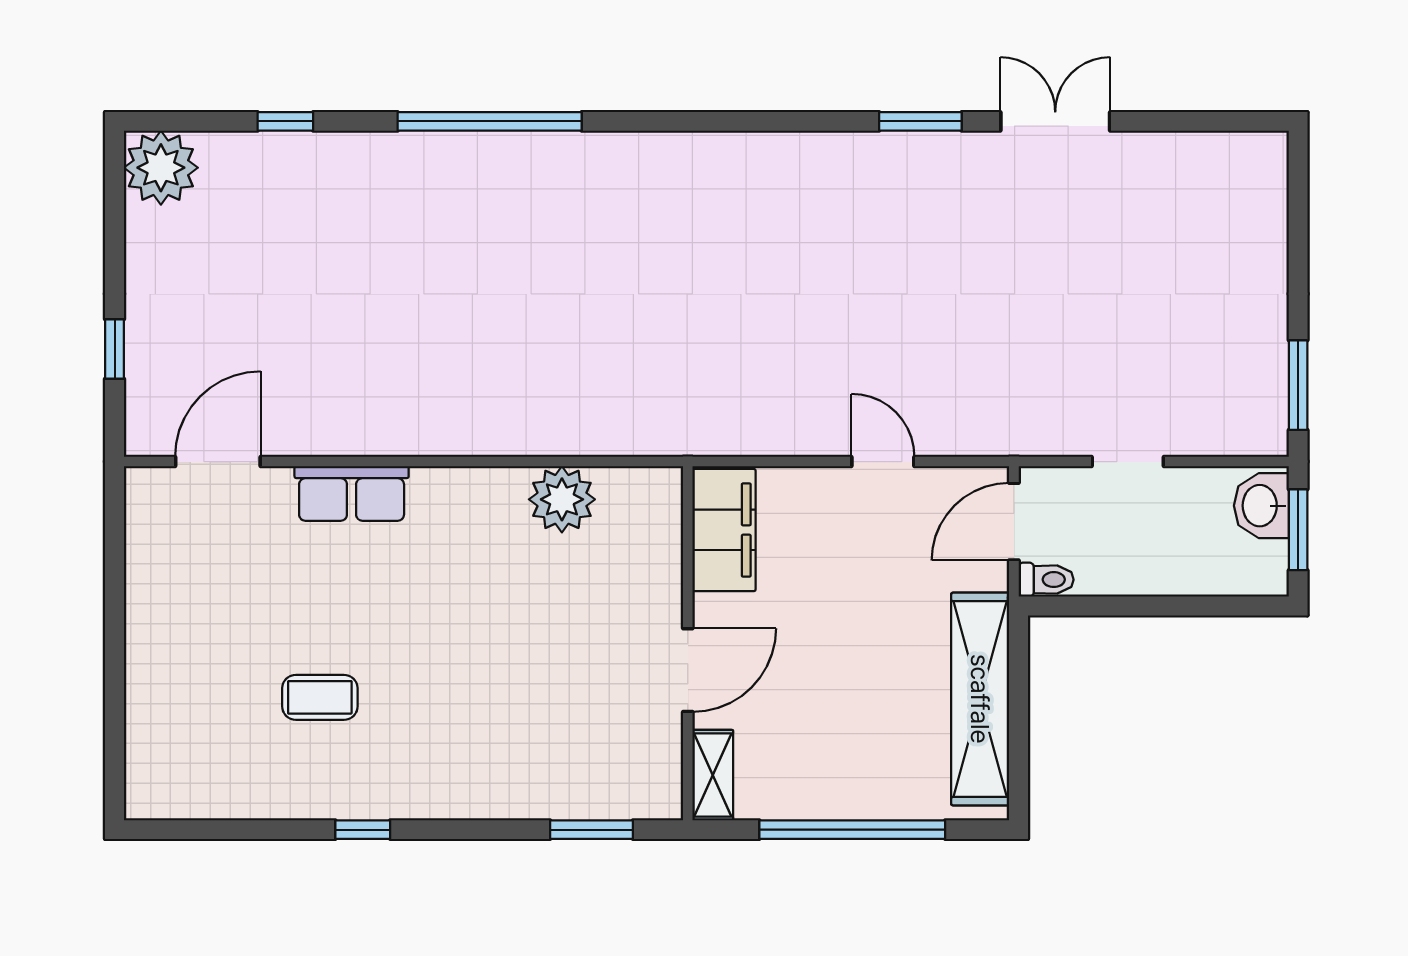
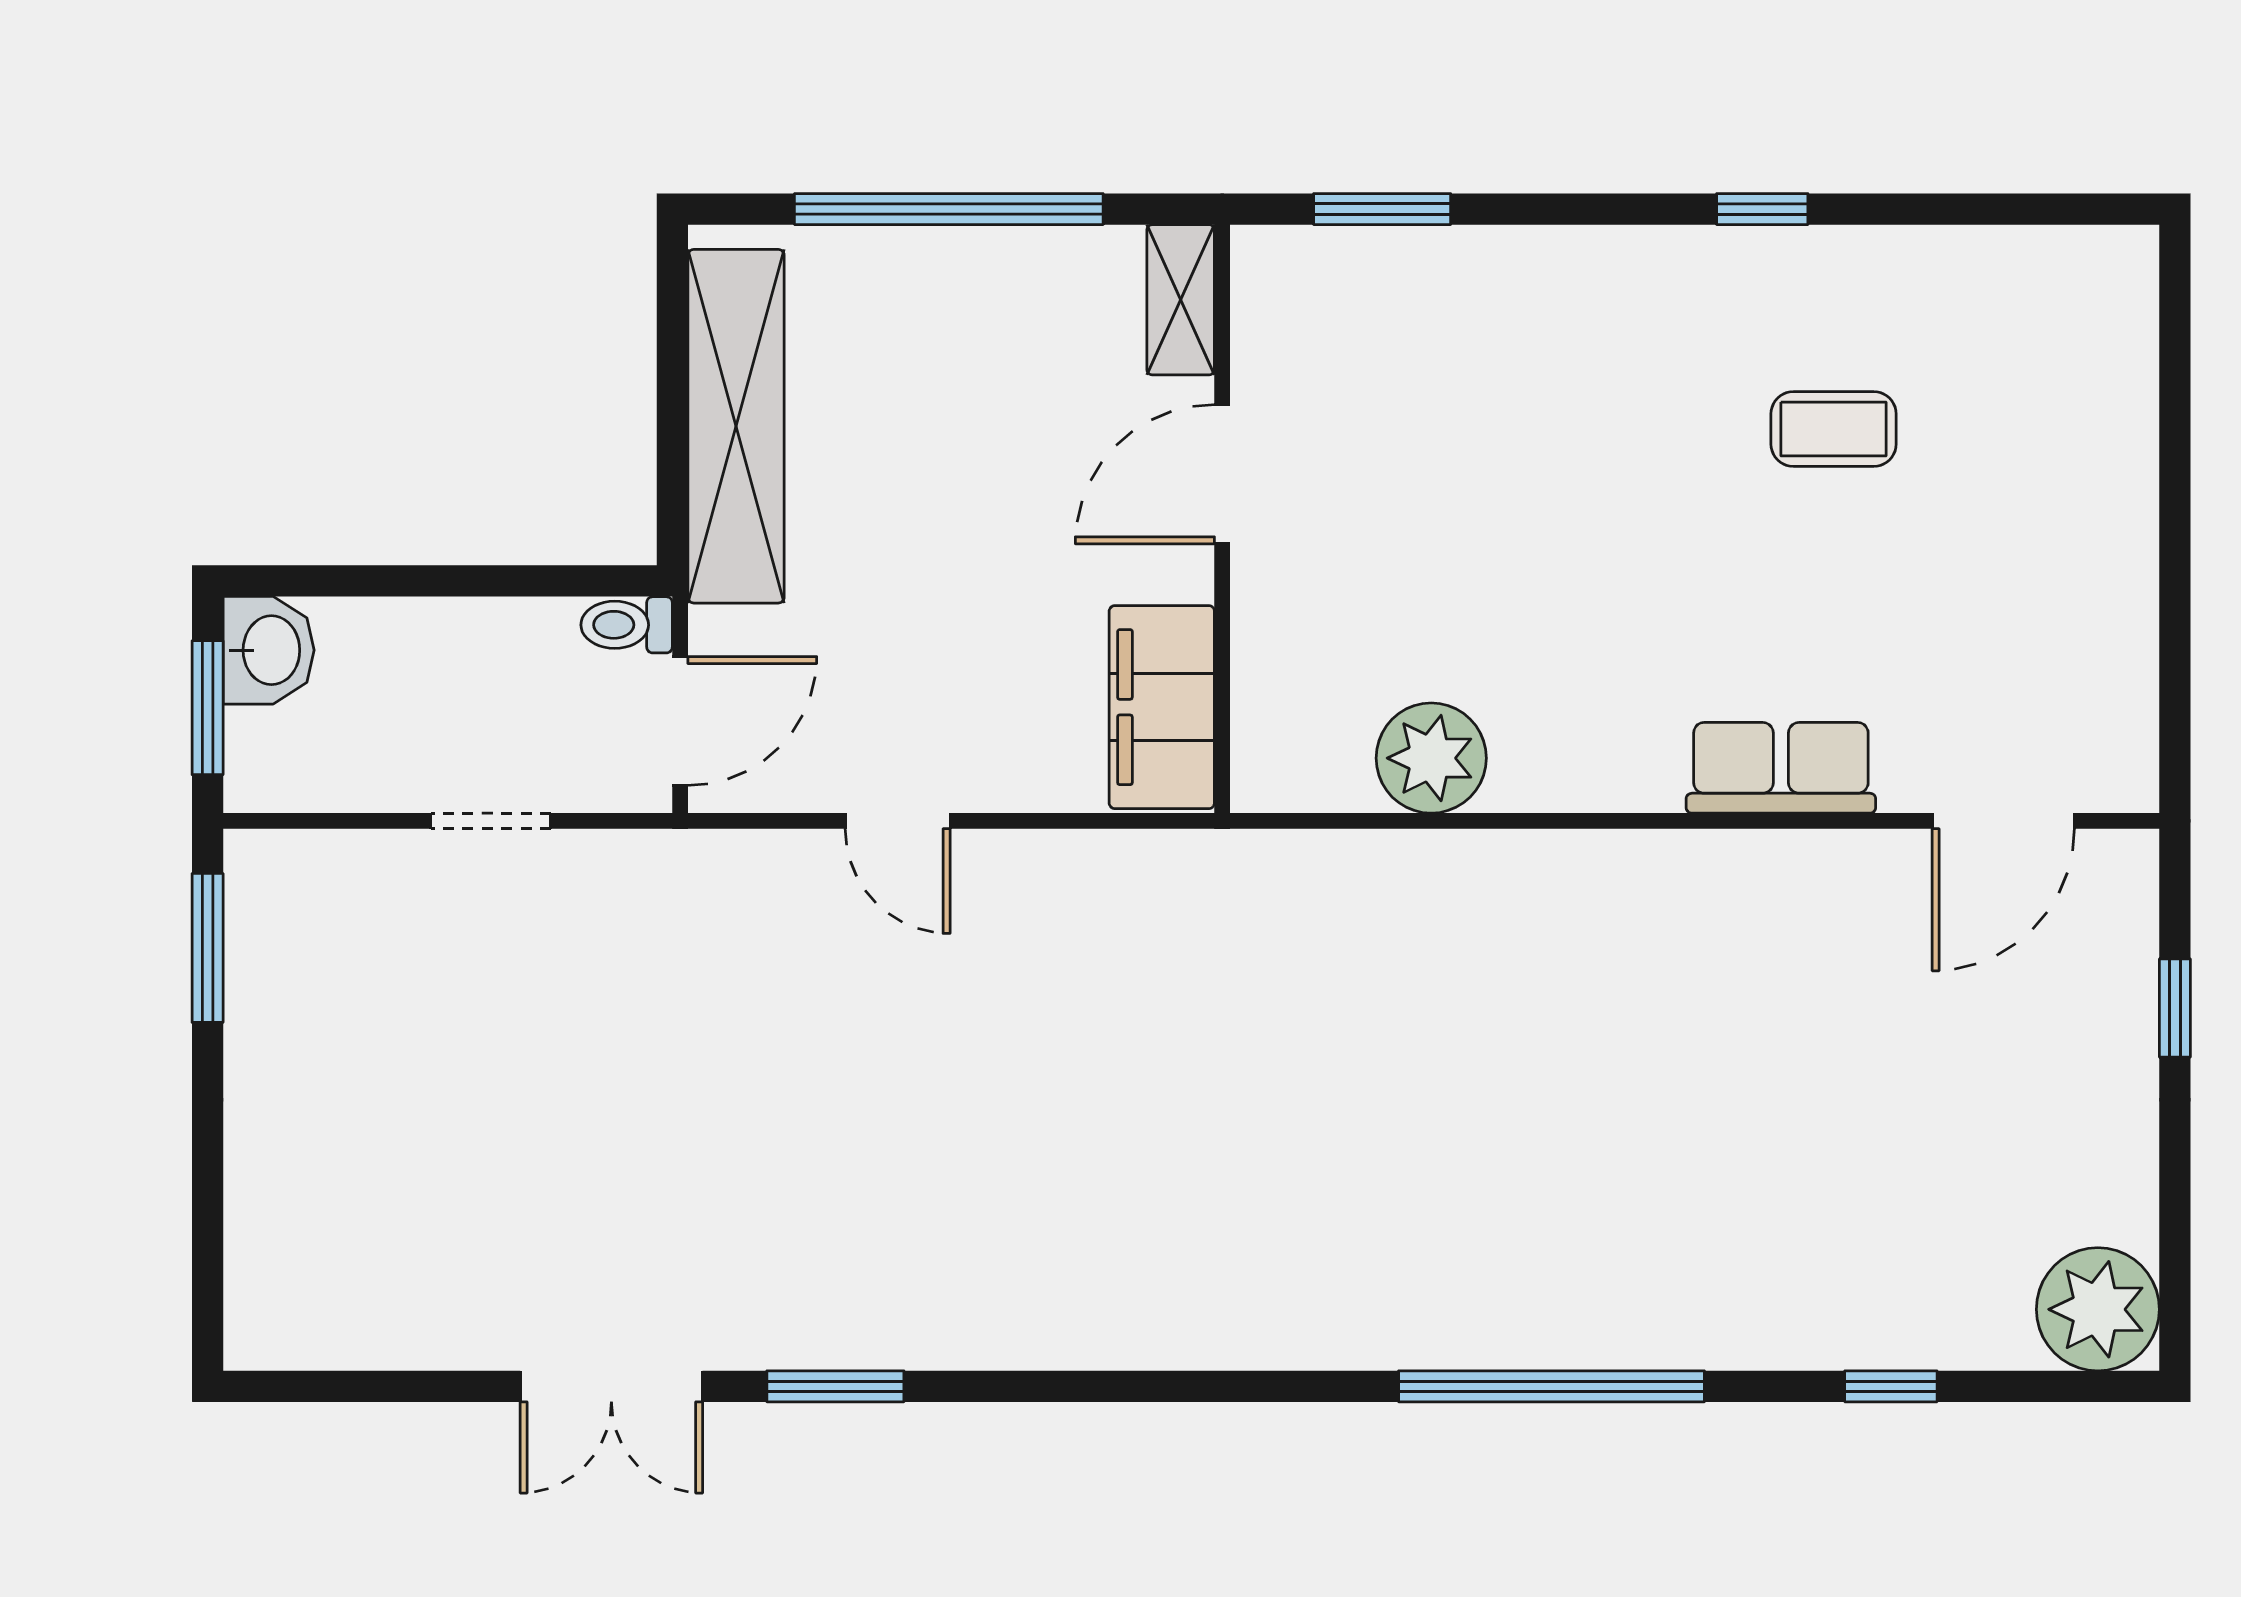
washbasin: (1261, 506) -> (269, 650), moved

